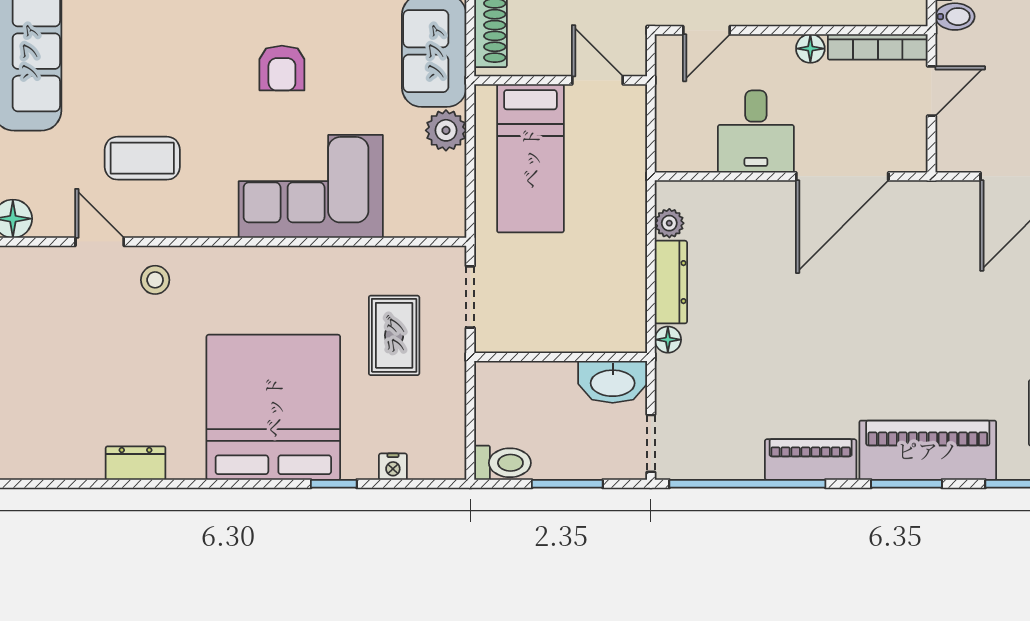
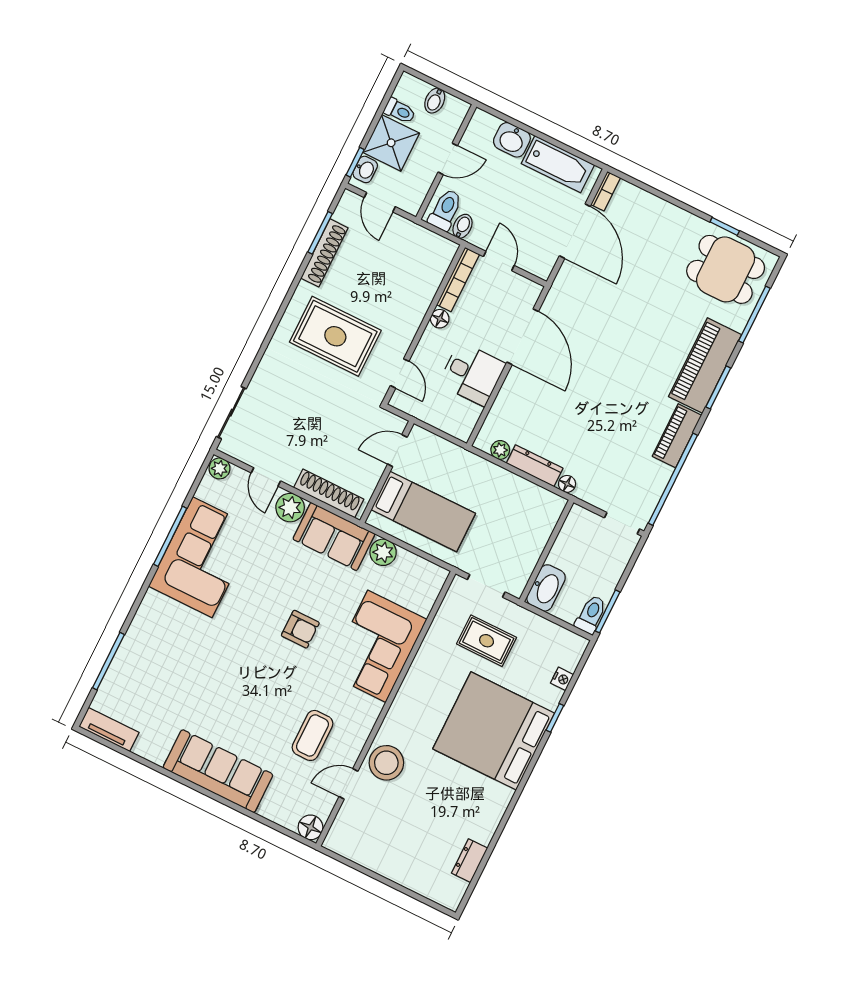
stool: (155, 280) -> (386, 763), width x1.89, depth x1.89
washbasin: (613, 382) -> (546, 588), moved
dresser: (136, 463) -> (470, 861), moved
window: (567, 484) -> (608, 611), moved

